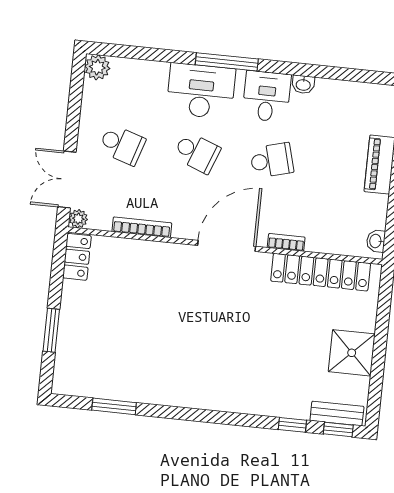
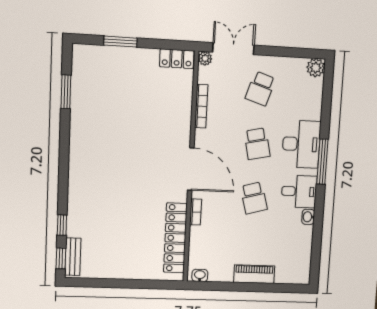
school desk: (197, 153) -> (257, 144), turned -33
shower: (352, 353) -> (118, 264), removed

